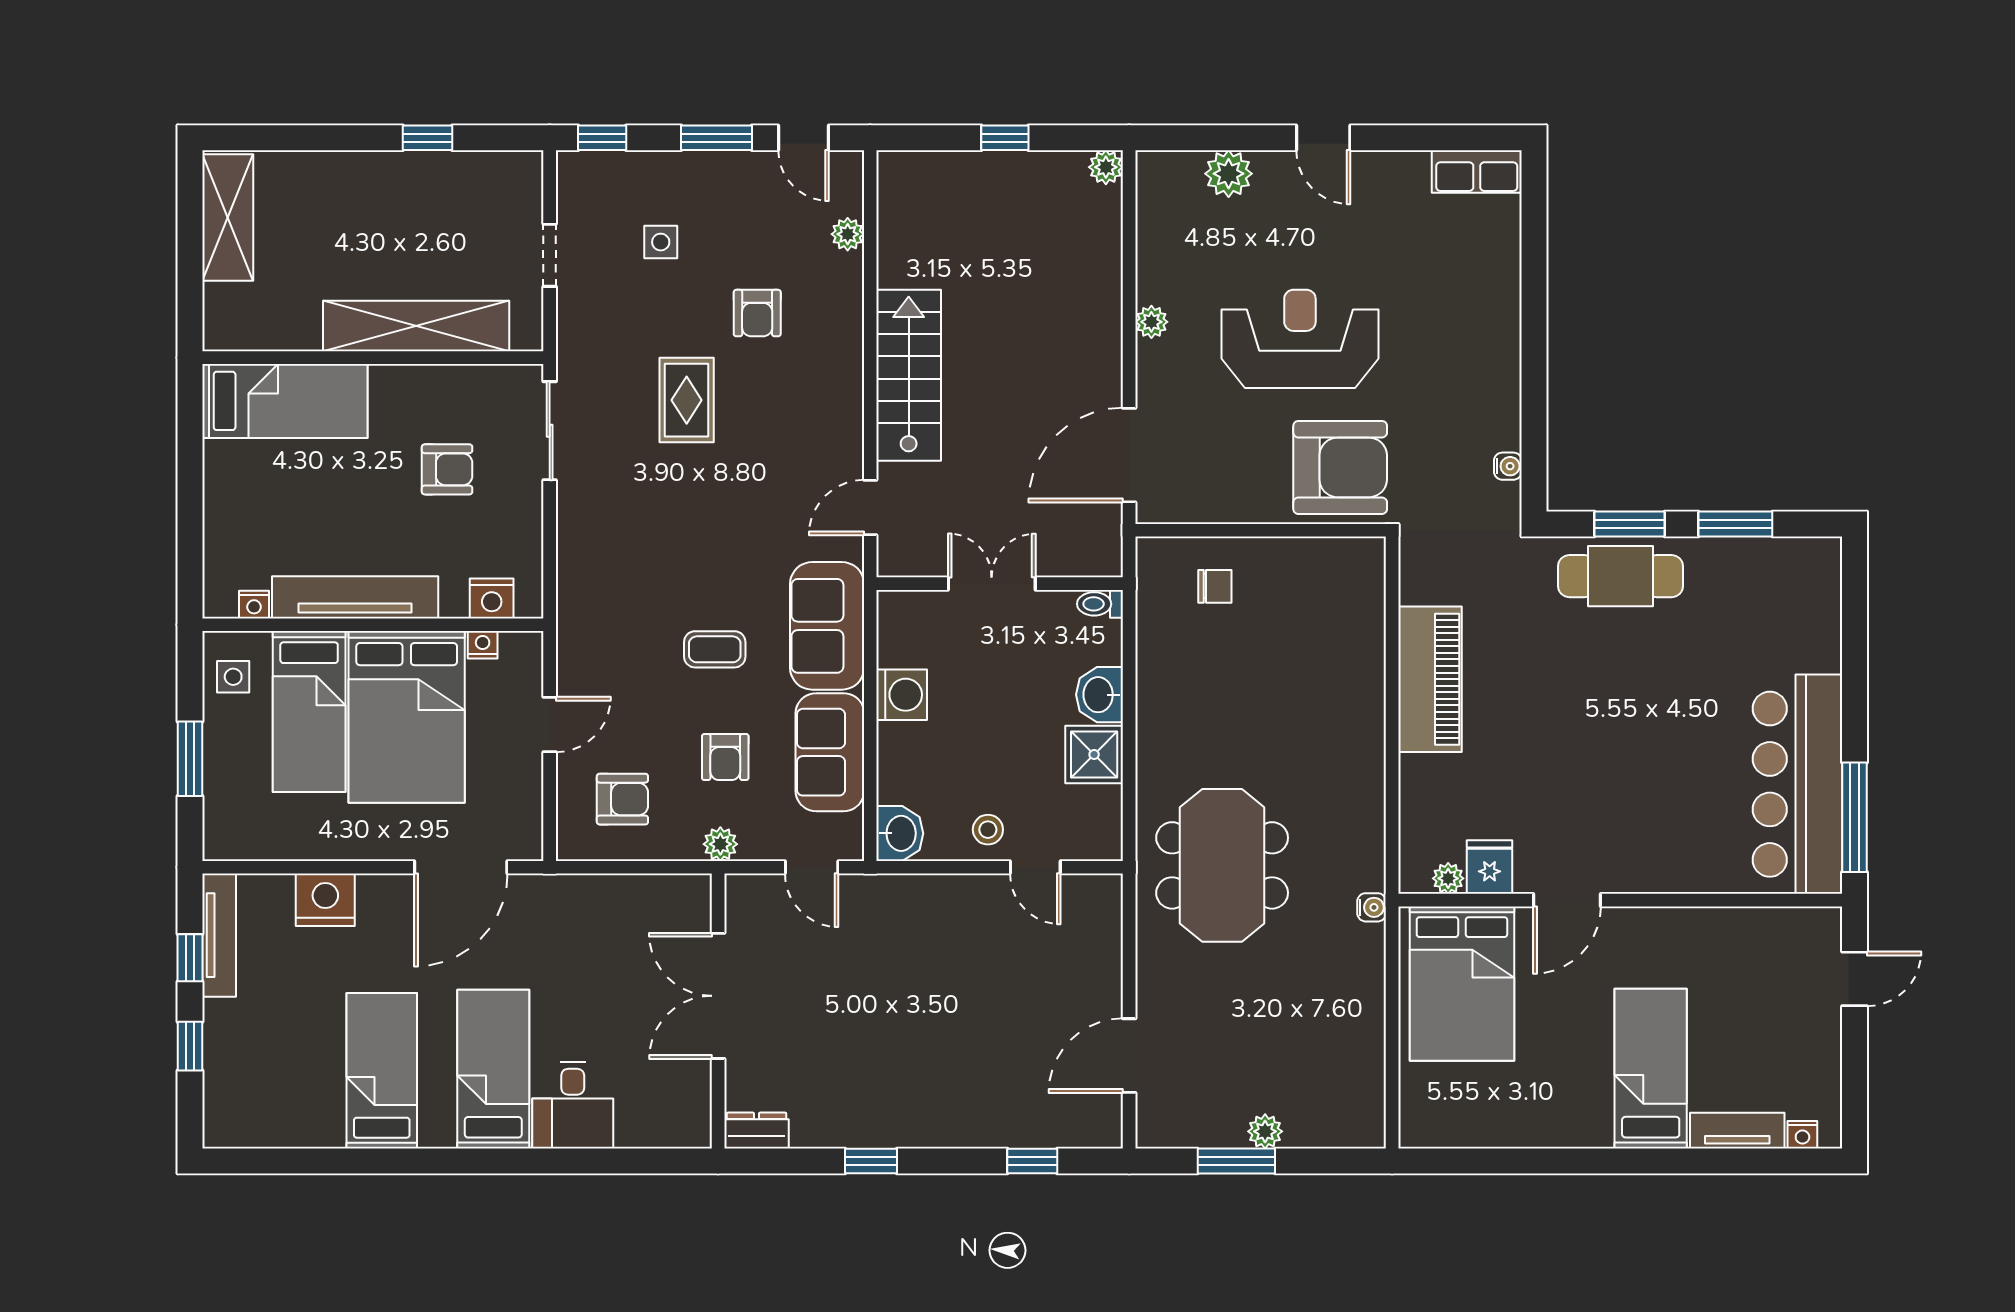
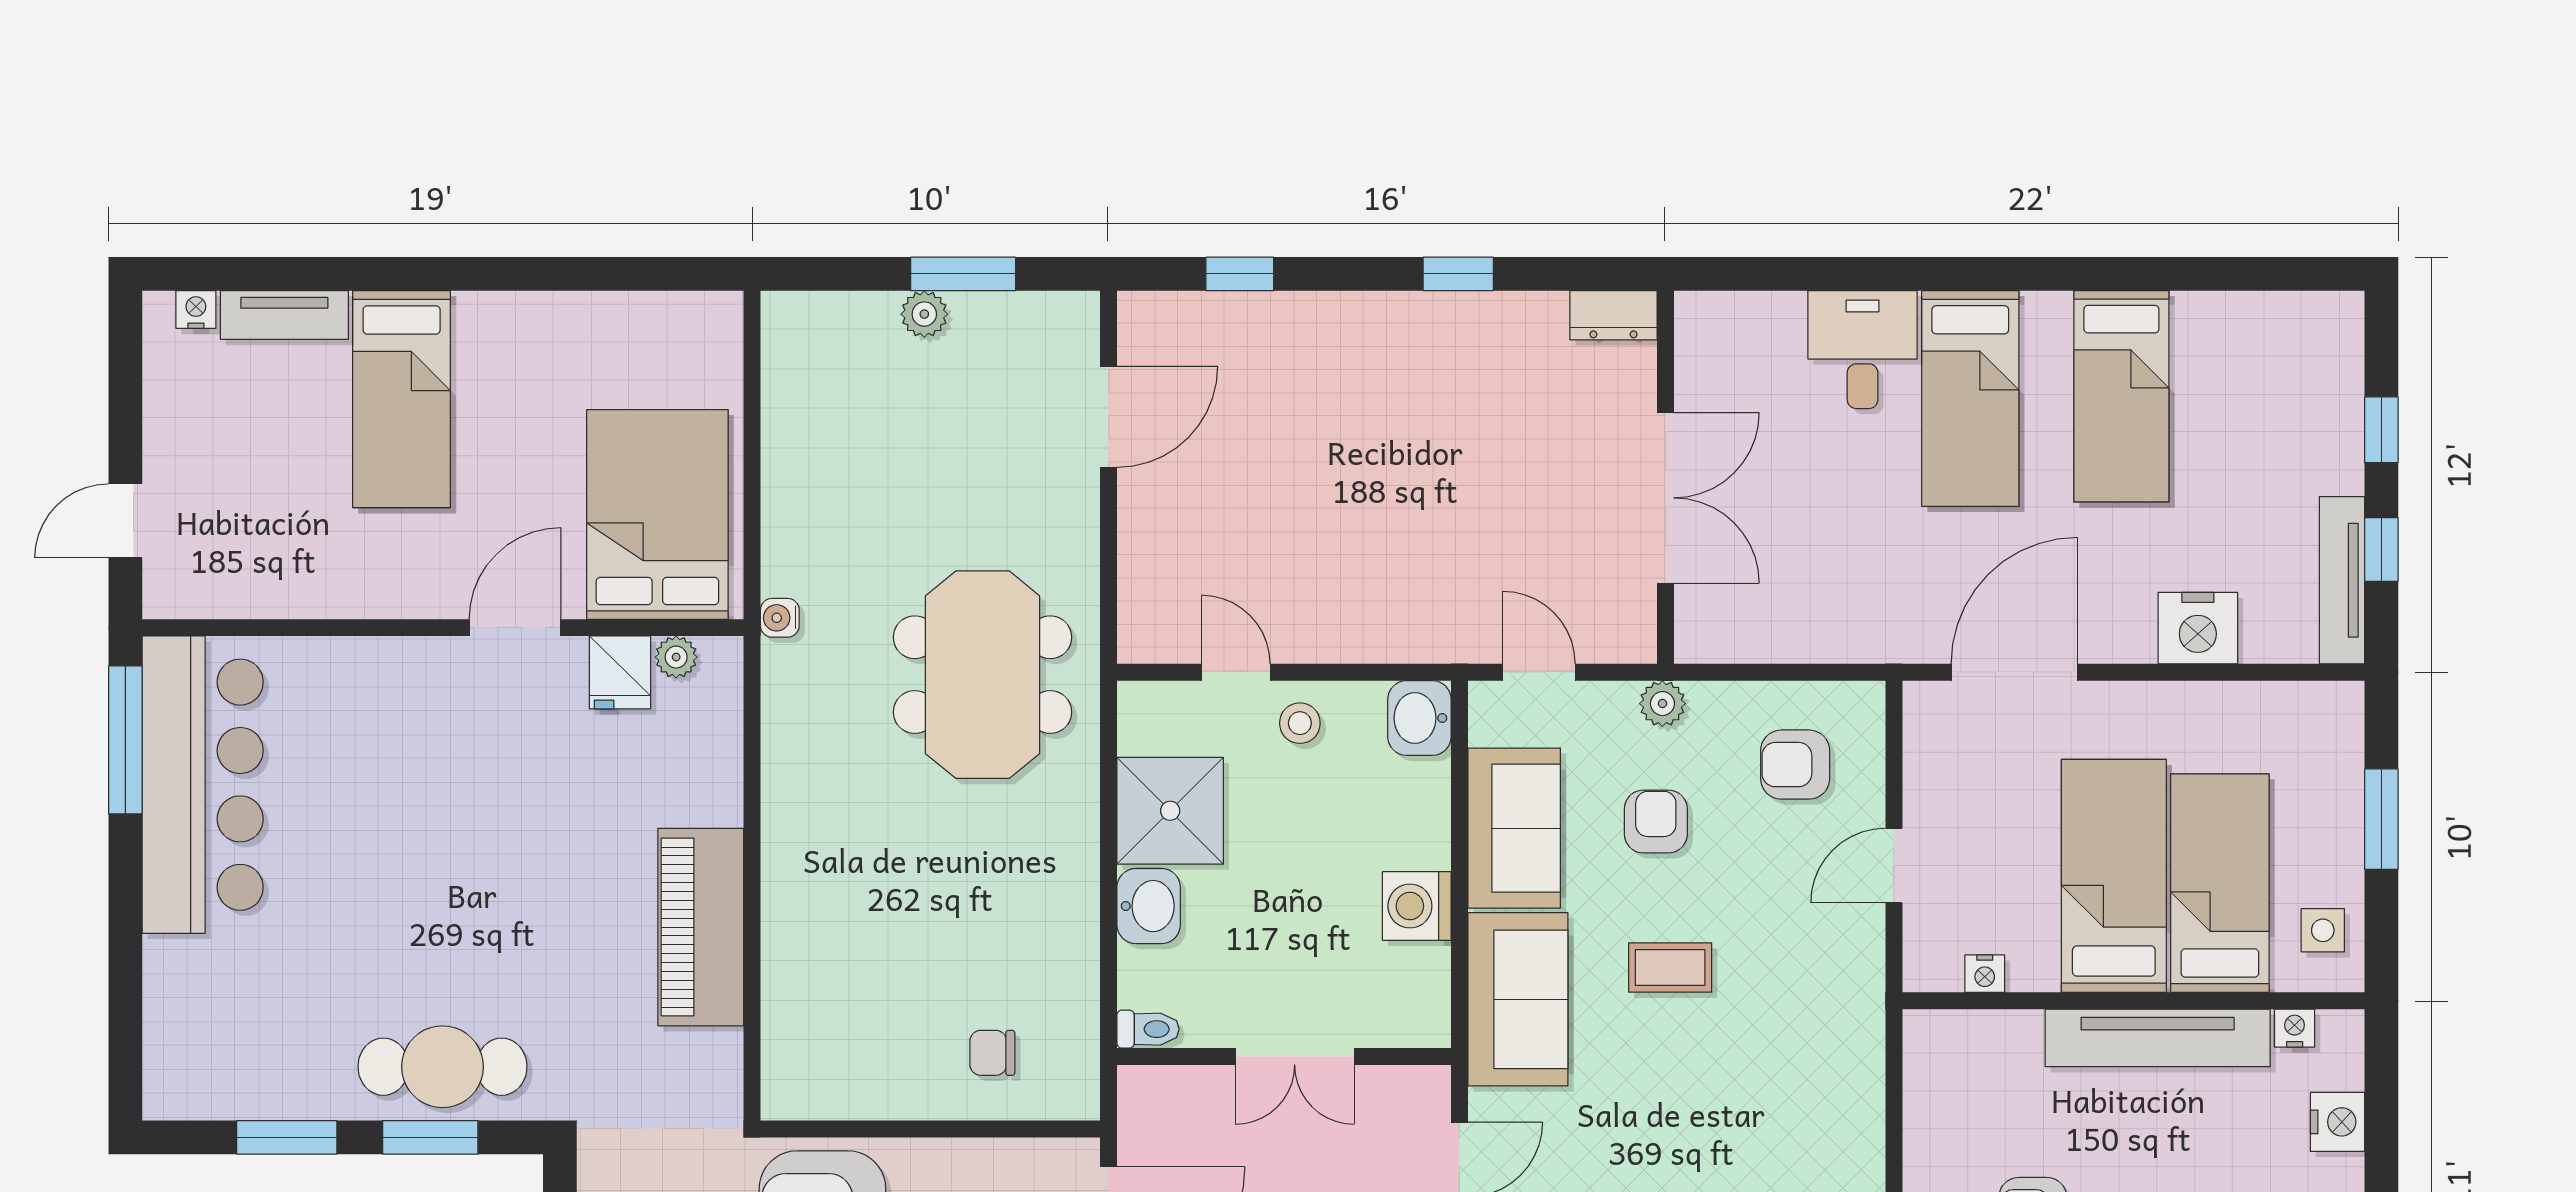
nightstand: (492, 599) -> (2337, 1122), moved, turned 90
bed: (407, 717) -> (2114, 876), width x0.67
shower: (1094, 755) -> (1170, 811), width x1.36, depth x1.36

